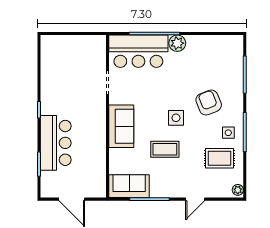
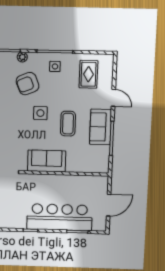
bar counter: (56, 143) -> (59, 217), width x1.36
rug: (219, 158) -> (88, 74), moved
sofa: (129, 186) -> (101, 127), moved
plant: (238, 190) -> (22, 57), moved

